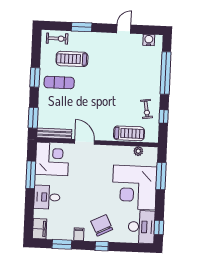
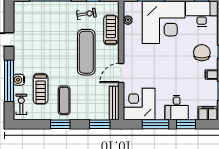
window: (82, 27) -> (9, 81), width x2.11
water cooler: (149, 40) -> (19, 80), moved
exercise mat: (107, 107) -> (86, 52), added
window: (29, 206) -> (186, 124), added
chair: (102, 225) -> (202, 53), turned 116

